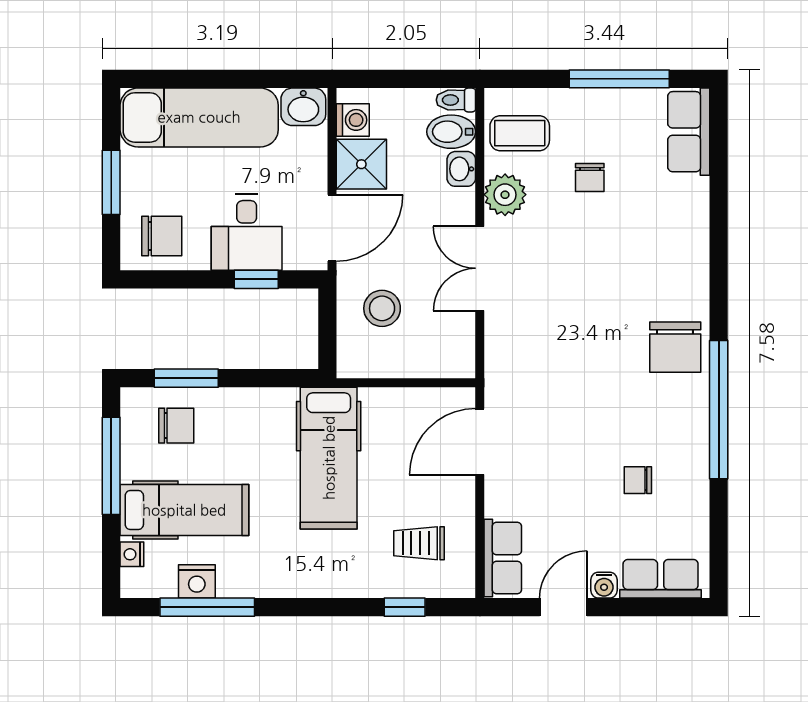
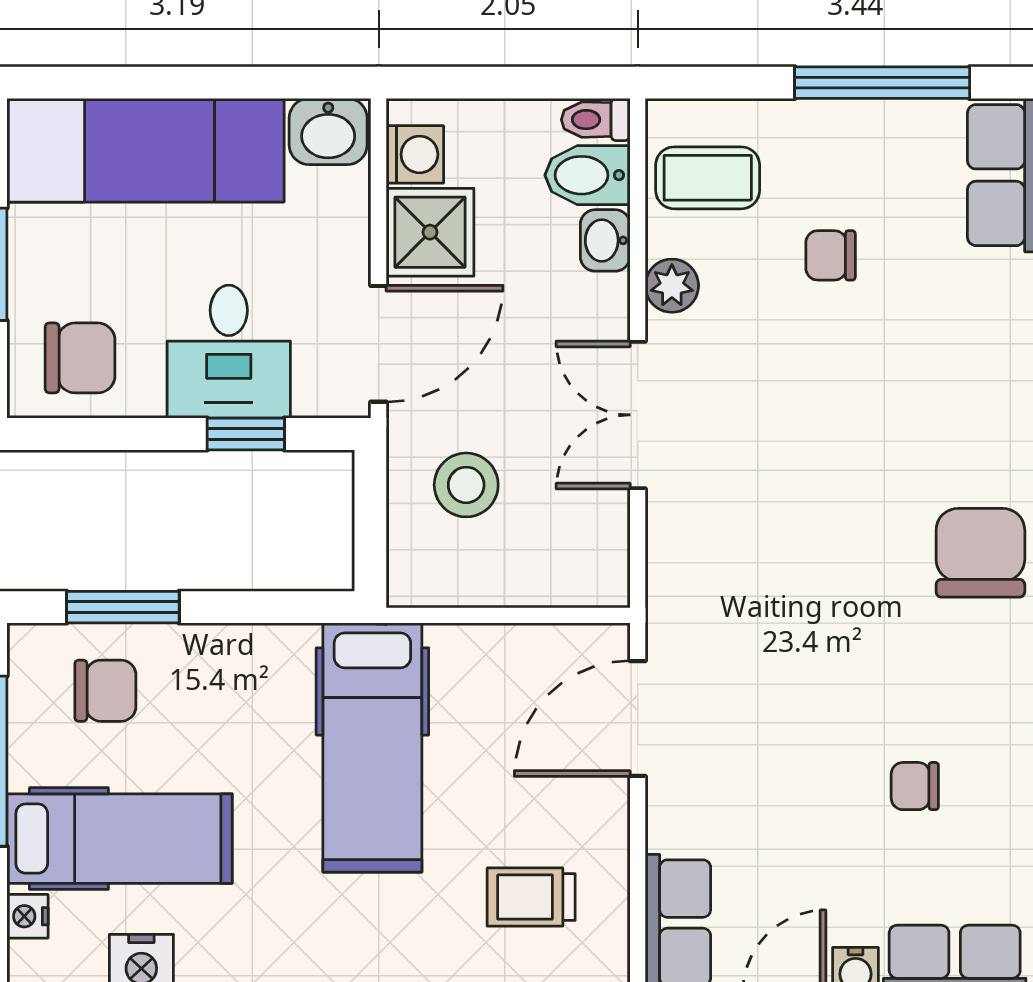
chair: (590, 177) -> (831, 255), turned 90
plant: (505, 195) -> (672, 286), width x0.73, depth x0.73
chair: (675, 347) -> (980, 553), turned 180

